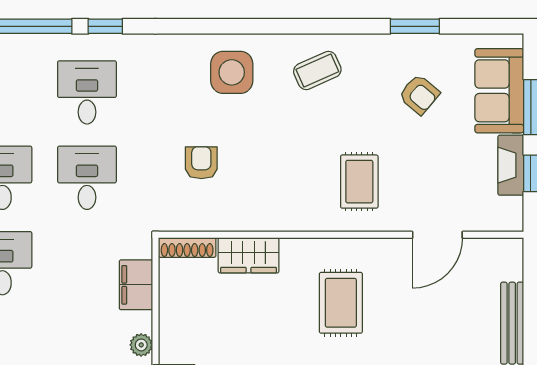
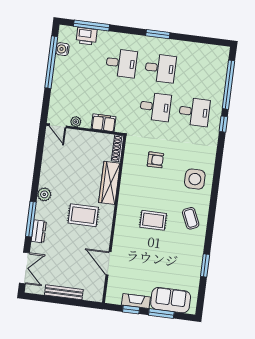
armchair: (419, 95) -> (174, 263), removed
rug: (359, 182) -> (153, 220), moved
wardrobe: (249, 255) -> (109, 183), width x1.50

